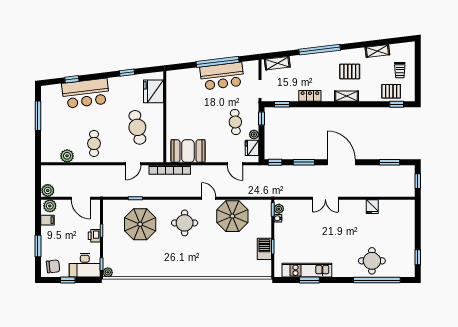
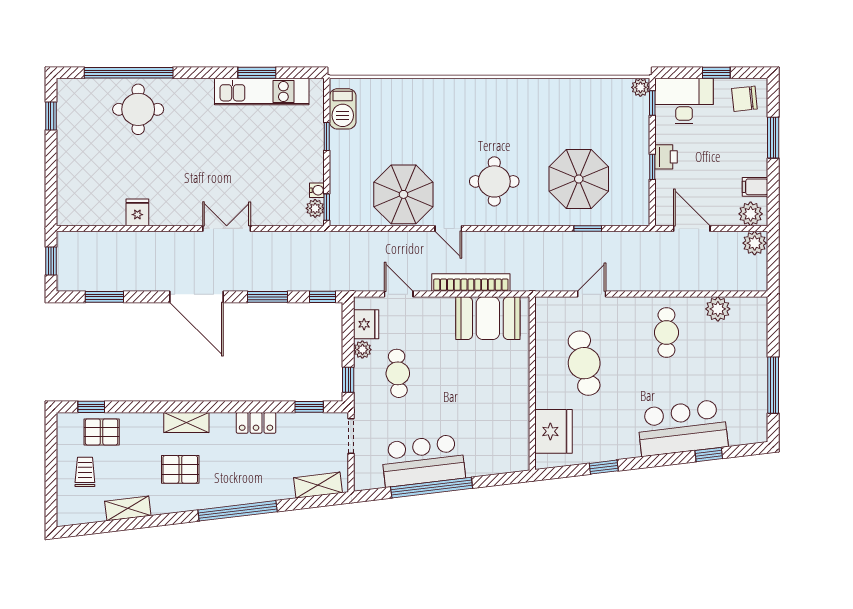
bookcase: (170, 170) -> (471, 283), moved
barbecue: (264, 249) -> (343, 109), moved

